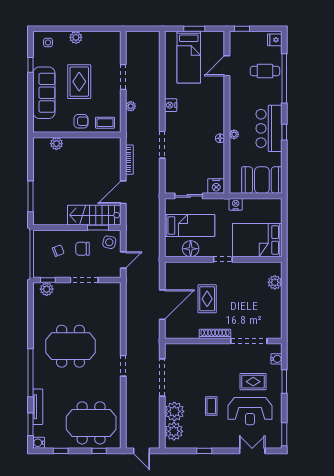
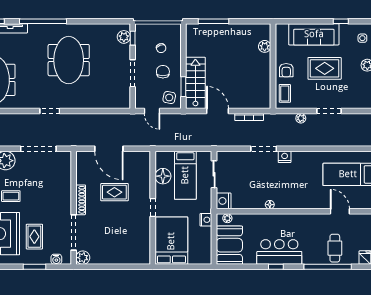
nightstand: (171, 105) -> (285, 157), moved
plant: (234, 134) -> (227, 218), moved
plant: (275, 282) -> (83, 258), moved

